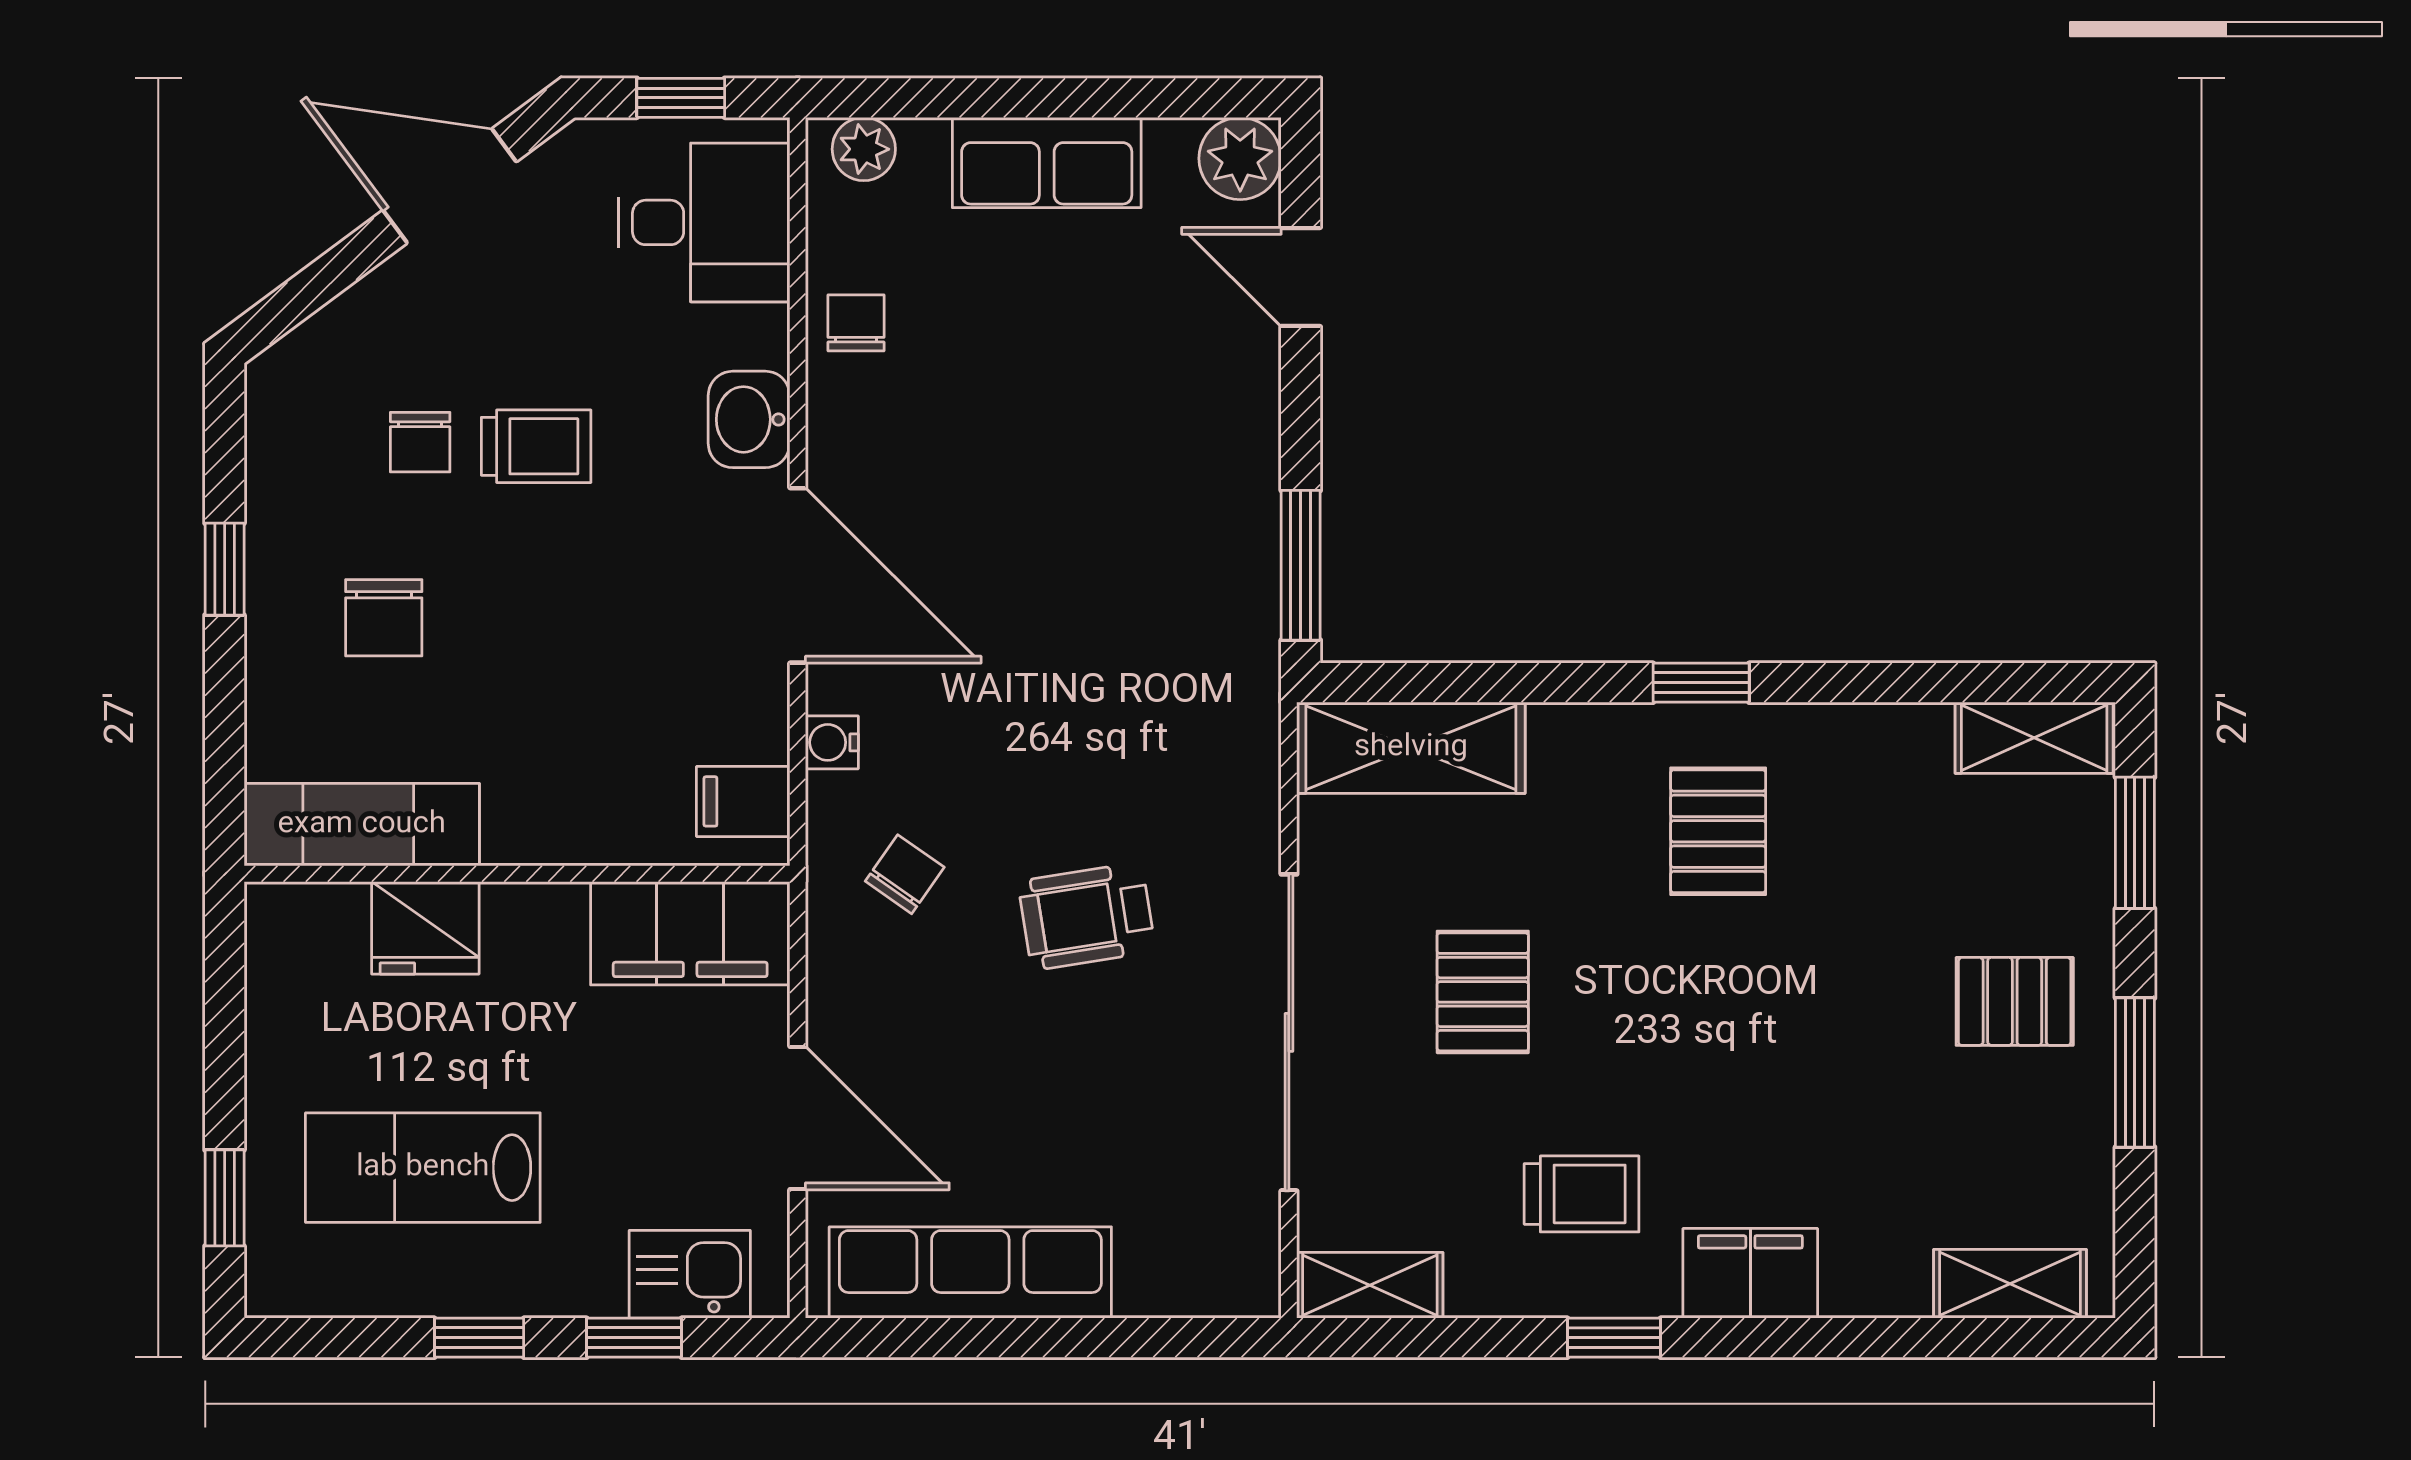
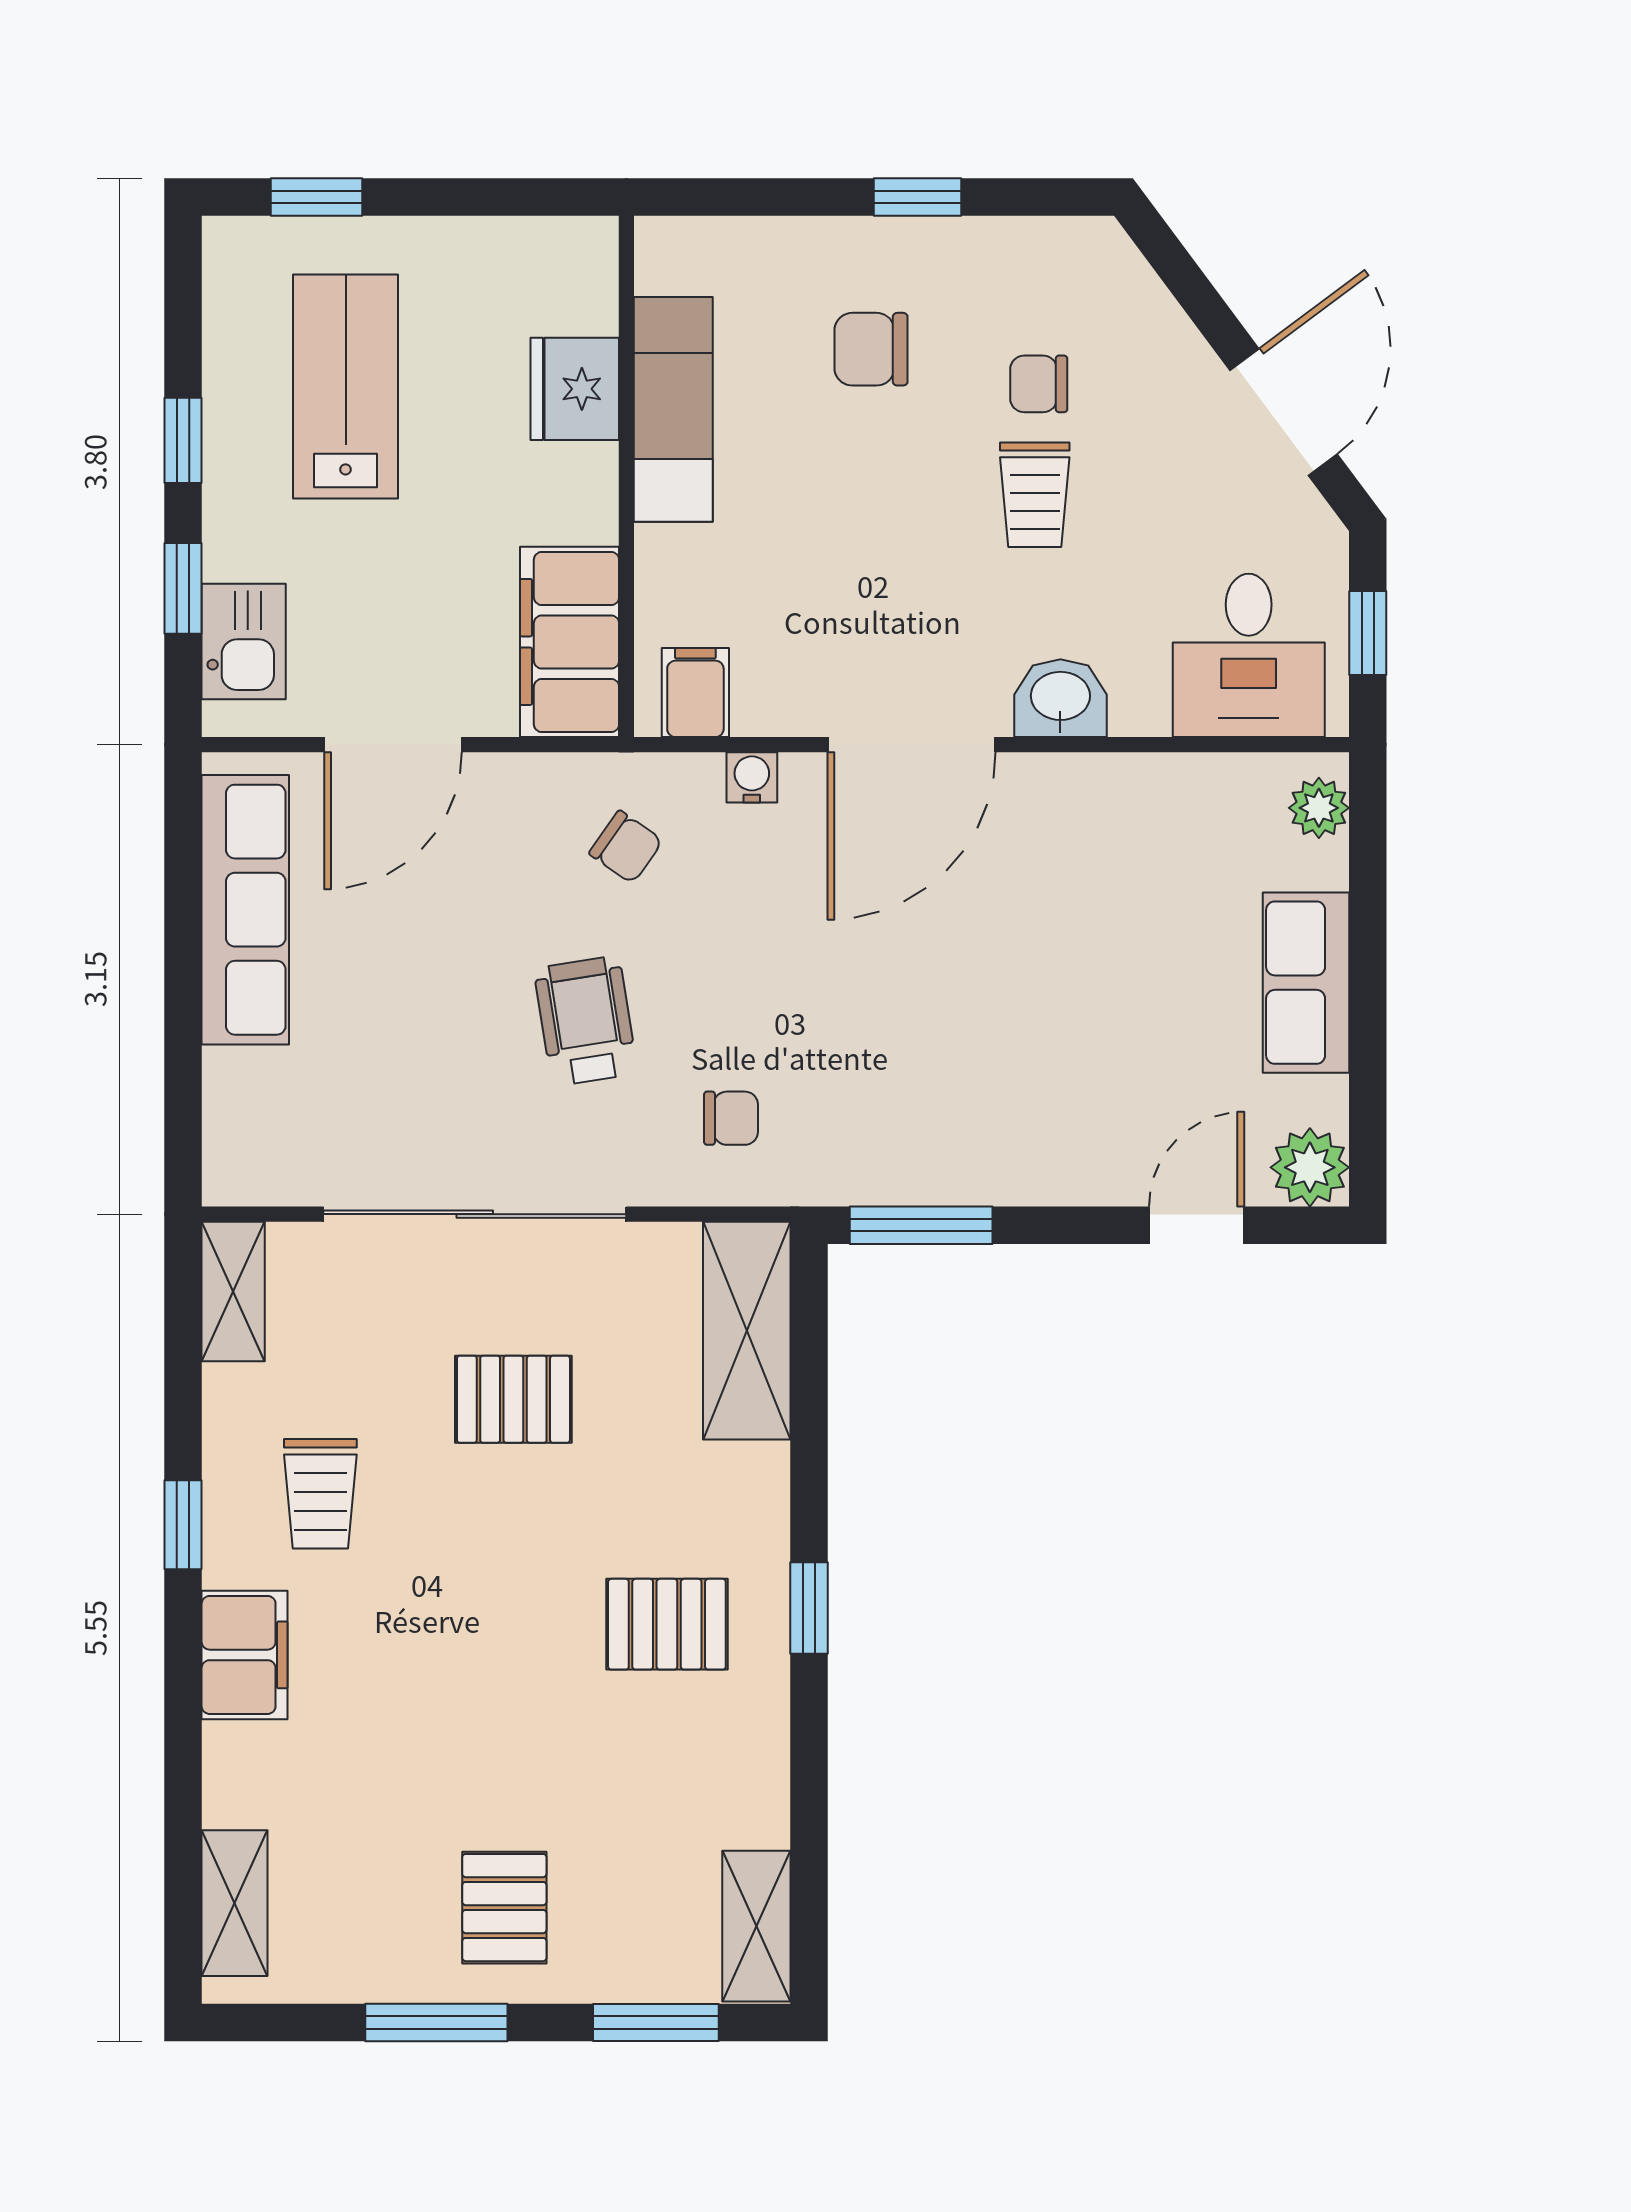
chair: (856, 323) -> (731, 1118), moved
exam couch: (362, 825) -> (673, 409), moved

